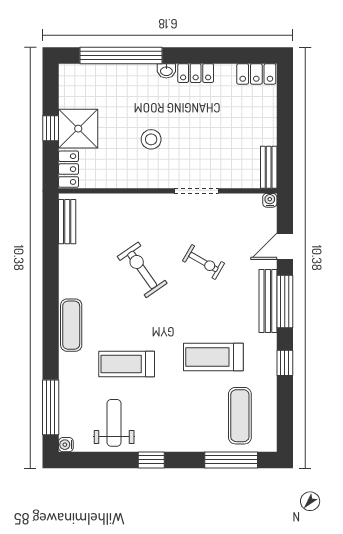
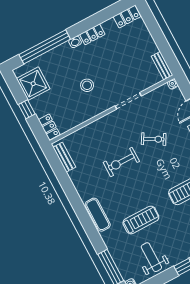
shower: (78, 129) -> (33, 84), moved
exercise bike: (142, 270) -> (121, 162), turned -55
treadmill: (127, 364) -> (141, 220), turned 180

